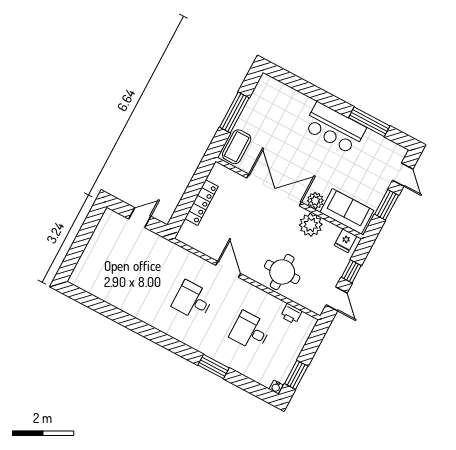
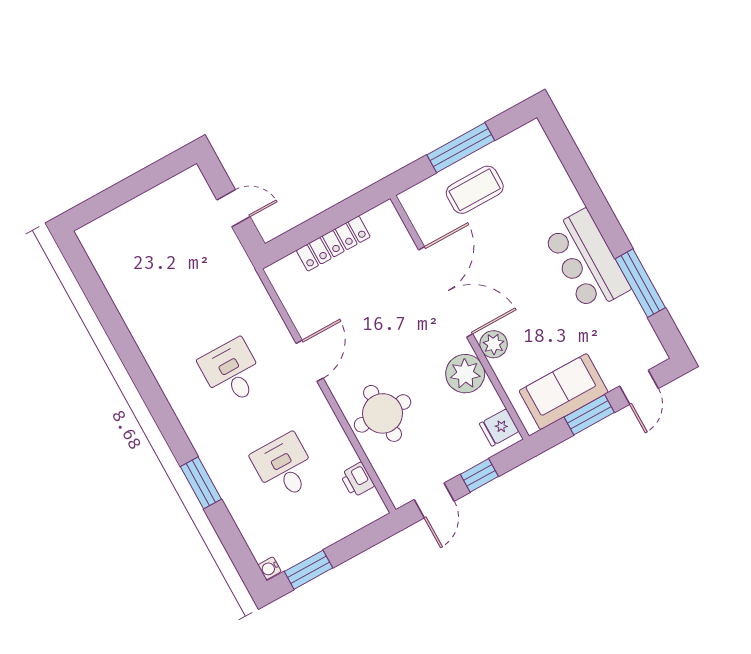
coffee table: (237, 147) -> (475, 190), moved
sofa: (347, 211) -> (564, 392), moved, turned -90

